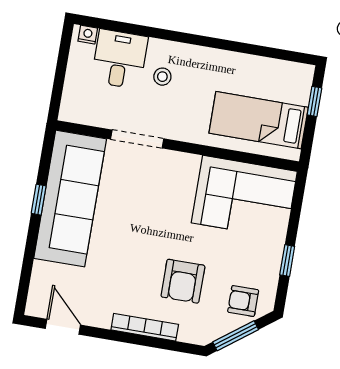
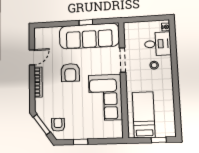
corner sofa: (244, 197) -> (105, 97), moved
armchair: (183, 281) -> (70, 72), moved, turned -90
door: (63, 327) -> (32, 57), moved

